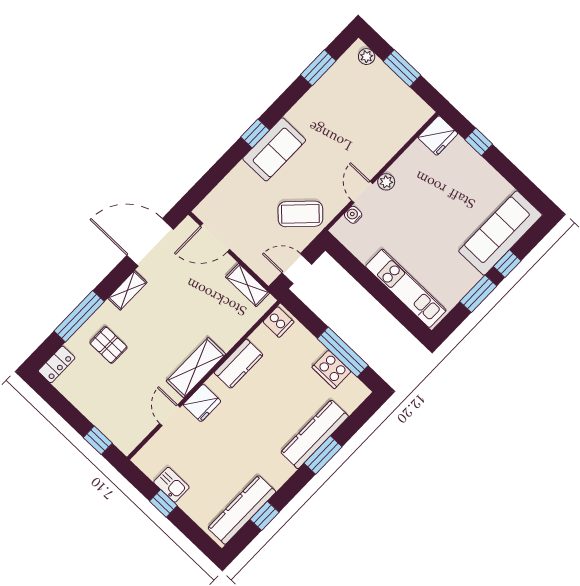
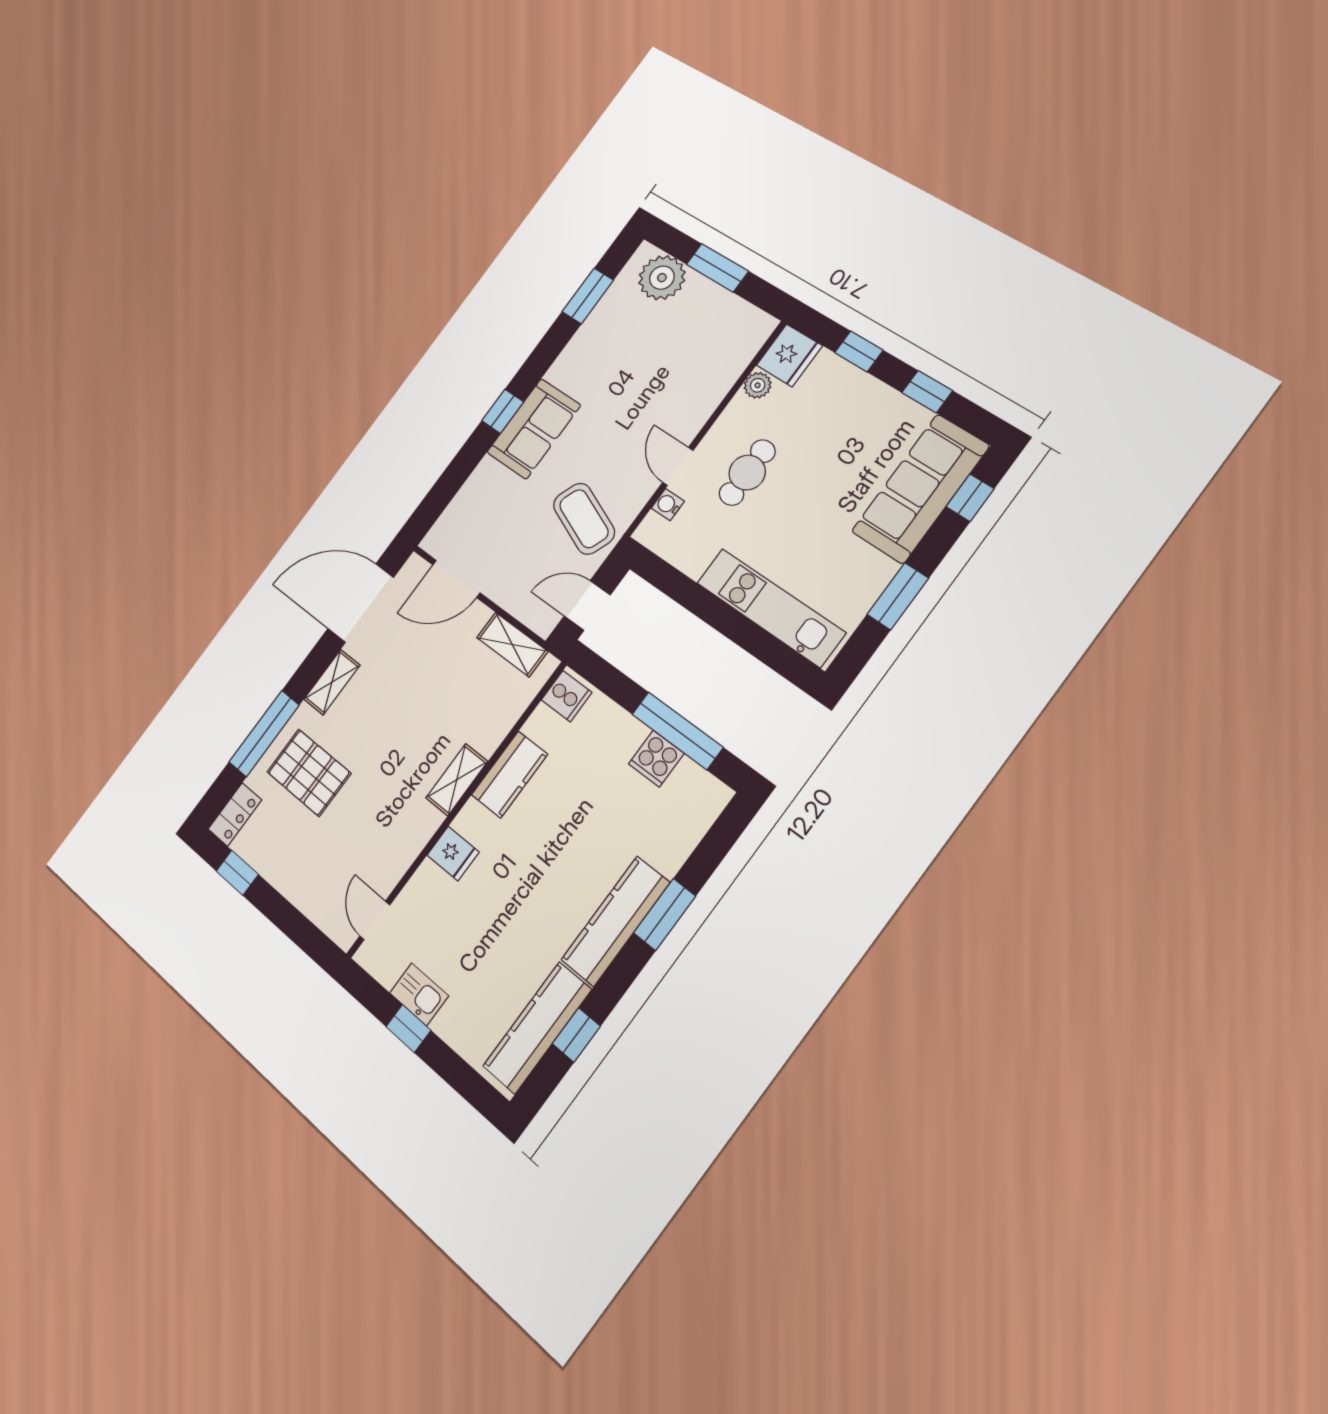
plant: (367, 57) -> (662, 278), width x1.87, depth x1.87
window: (513, 175) -> (927, 392), added
plant: (386, 182) -> (758, 385), moved
cafe table: (403, 204) -> (747, 473), added
coffee table: (300, 214) -> (584, 519), turned 67
window: (507, 264) -> (970, 498), moved
pallet: (108, 345) -> (309, 773), width x1.50, depth x1.42
shelving: (196, 368) -> (457, 780), width x0.67, depth x0.75
cooker: (331, 369) -> (656, 759), width x0.73
fridge: (202, 403) -> (453, 854), width x0.72
door: (170, 415) -> (375, 920), moved
kitchen counter: (315, 434) -> (616, 921), moved
window: (98, 440) -> (237, 873), moved

